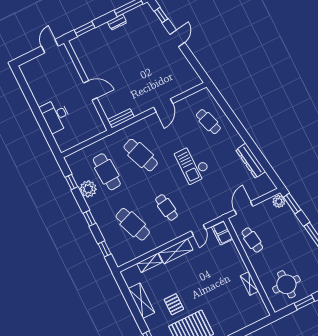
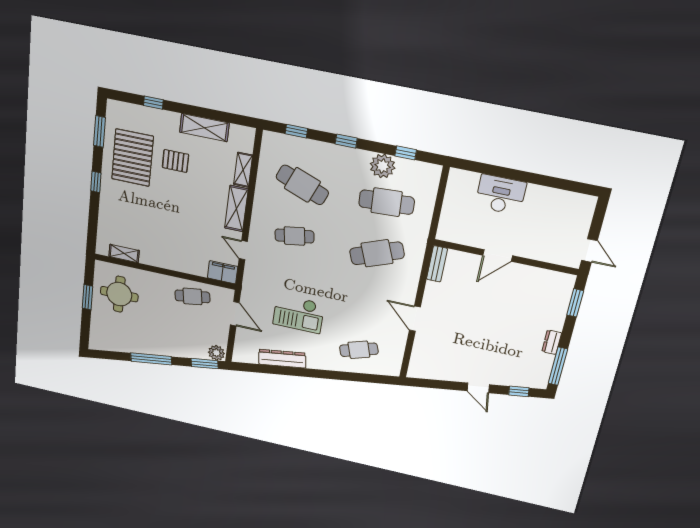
checkout: (193, 164) -> (298, 314), moved, turned 180
cafe table: (133, 224) -> (302, 185), turned 42
shelving: (249, 284) -> (124, 253), moved

